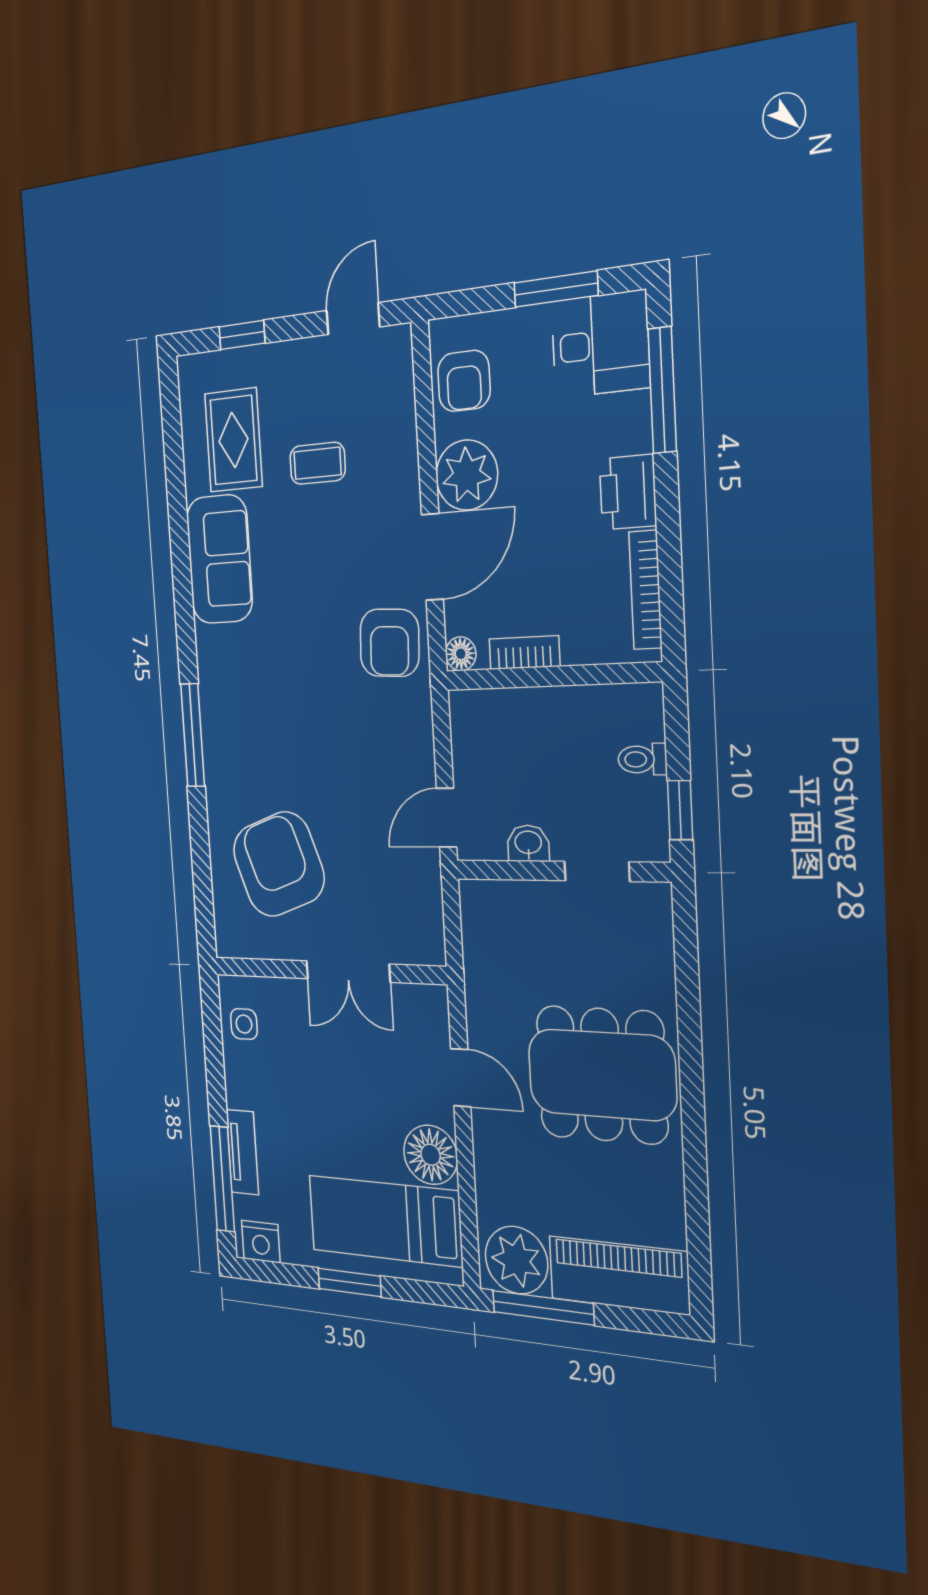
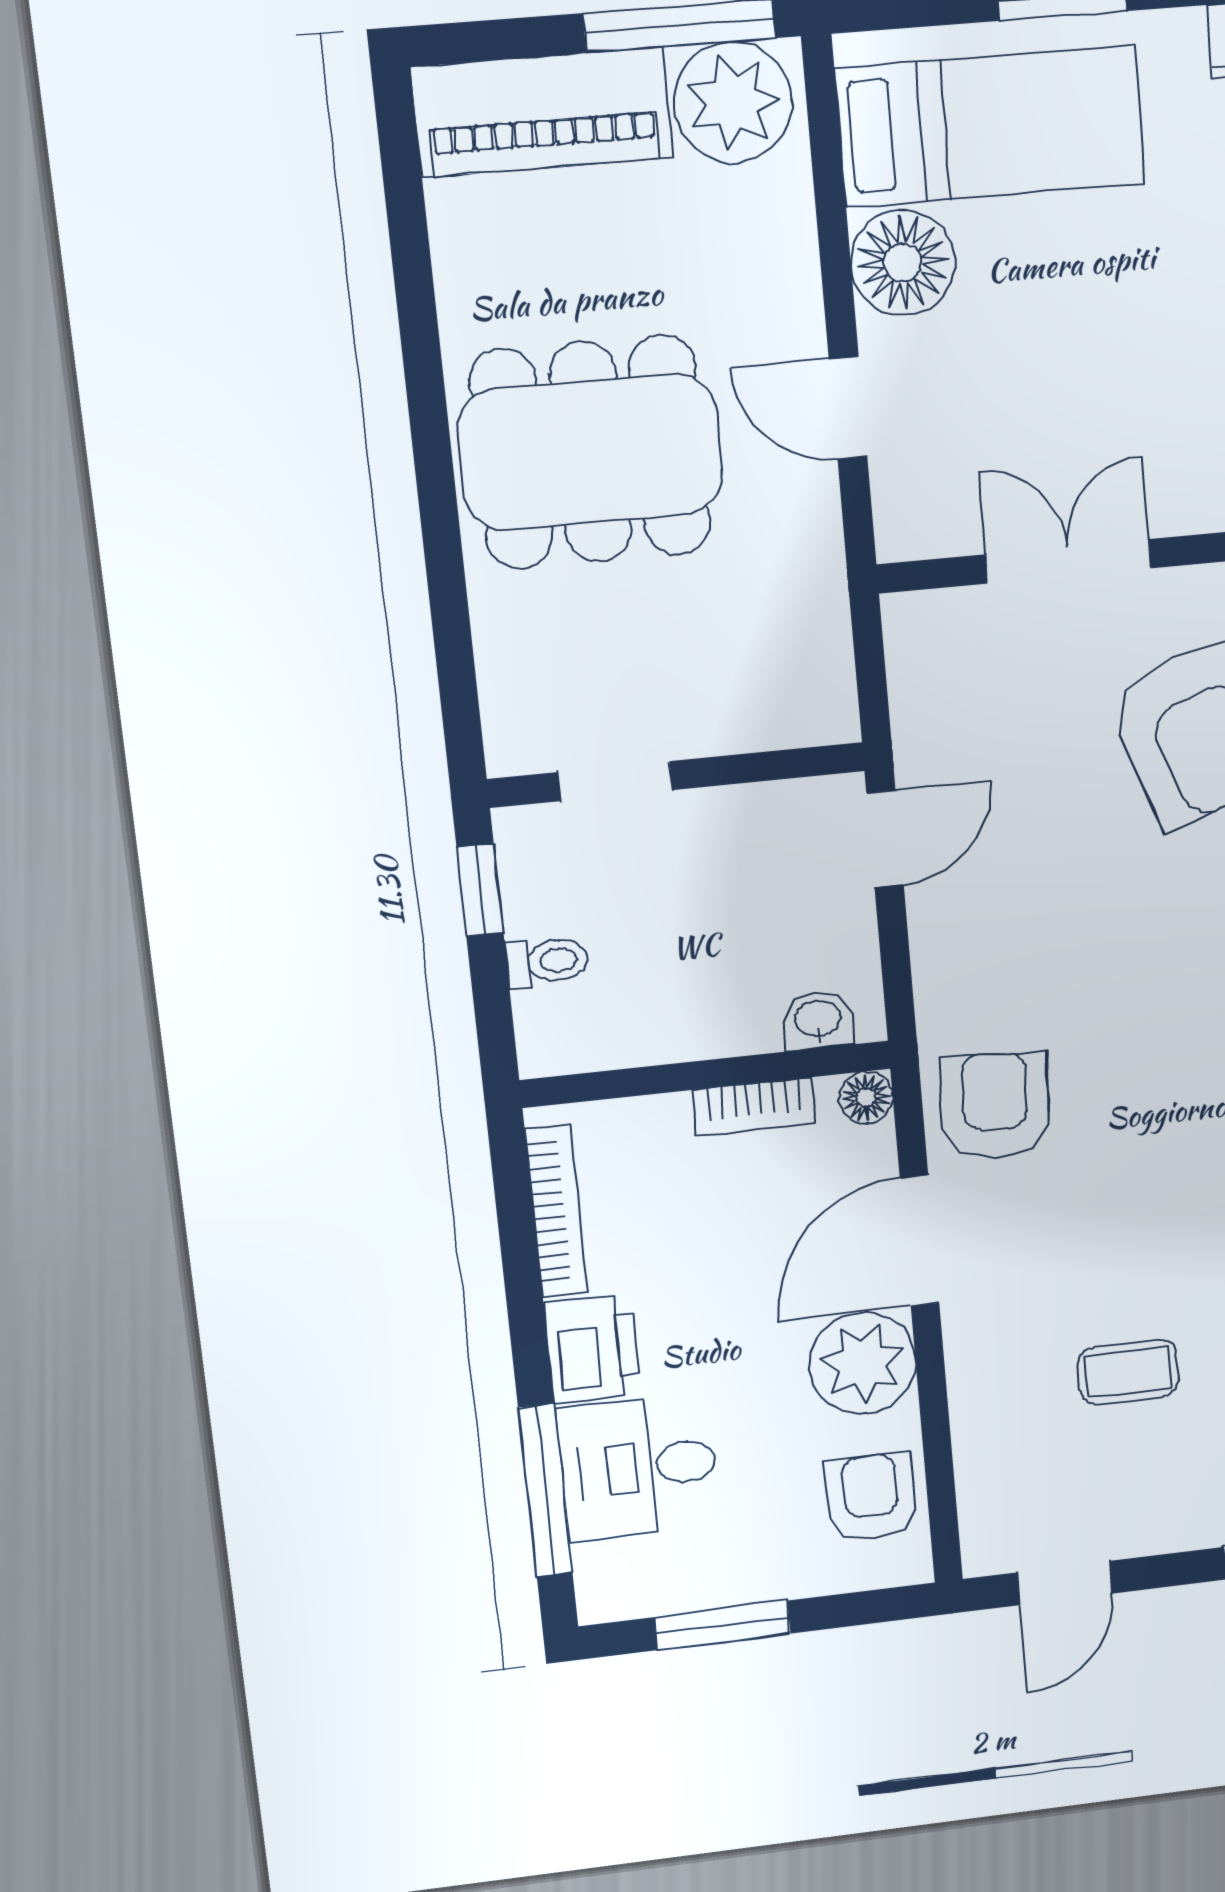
desk: (600, 344) -> (638, 1467), moved
washbasin: (528, 843) -> (818, 1020), moved, turned 180

